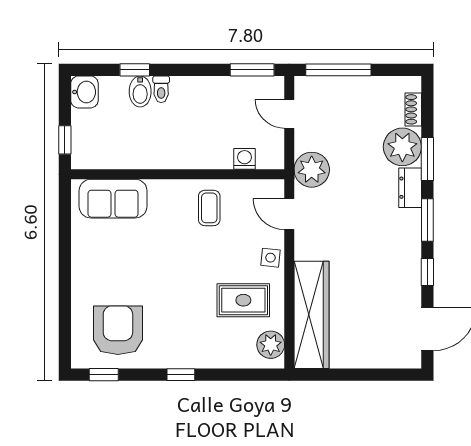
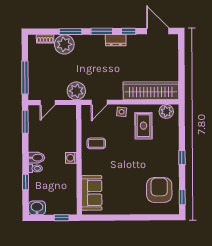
bidet: (140, 92) -> (36, 158), moved
washing machine: (245, 159) -> (71, 158), moved
dresser: (410, 188) -> (116, 40), moved
armchair: (118, 330) -> (159, 190), turned 90

